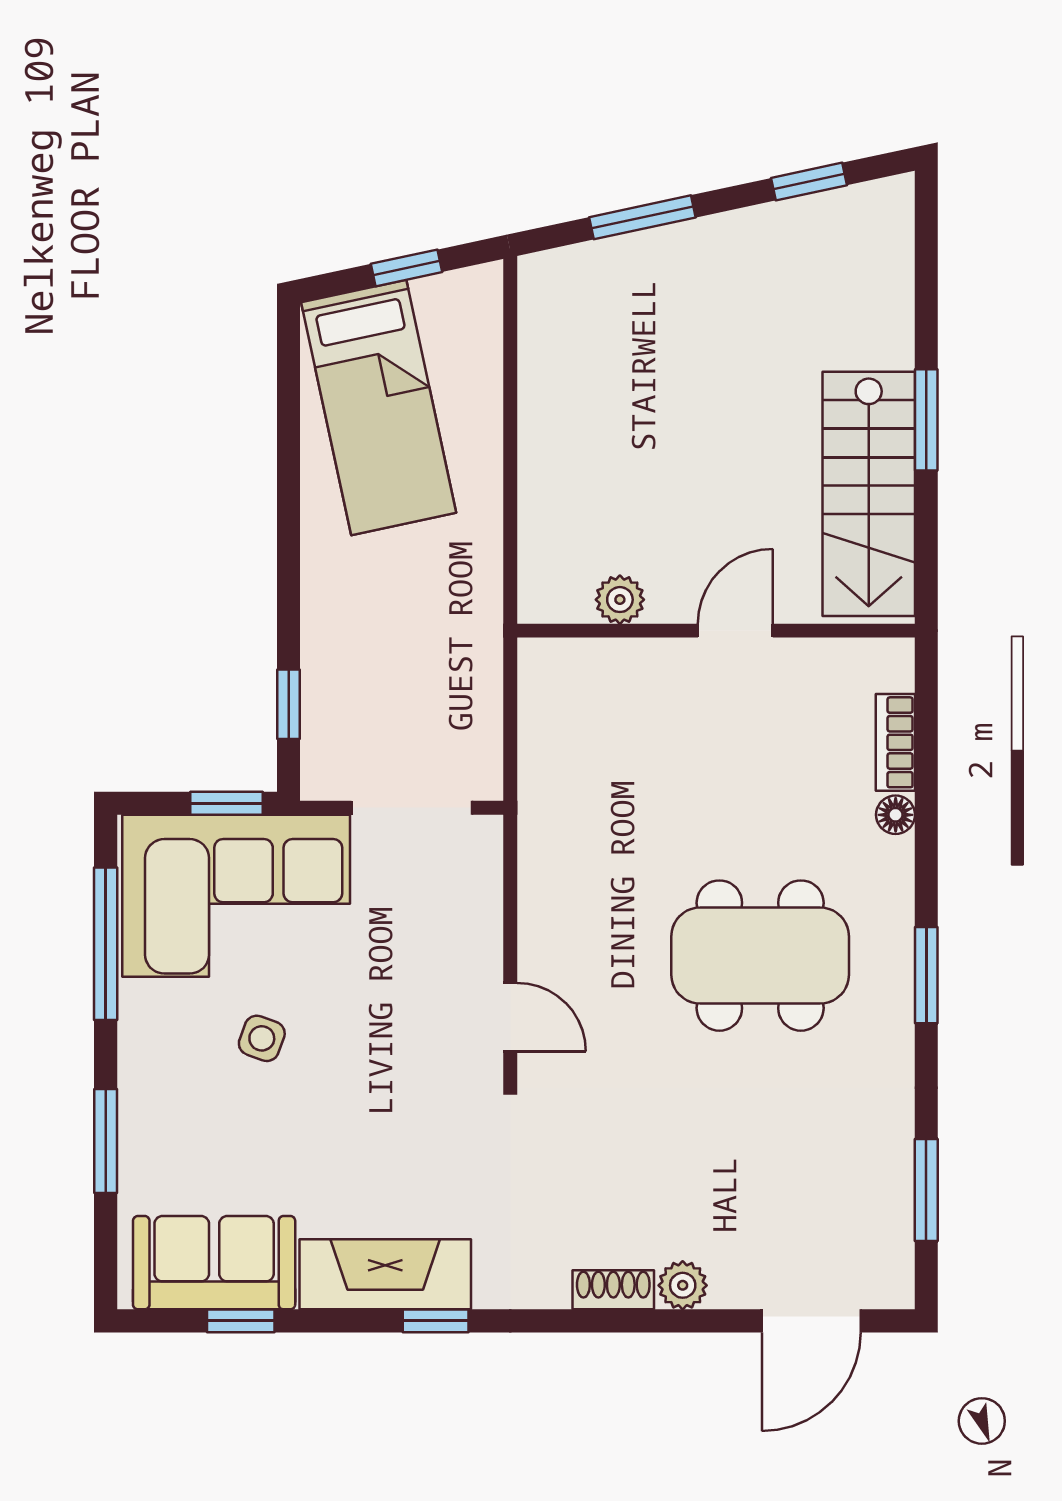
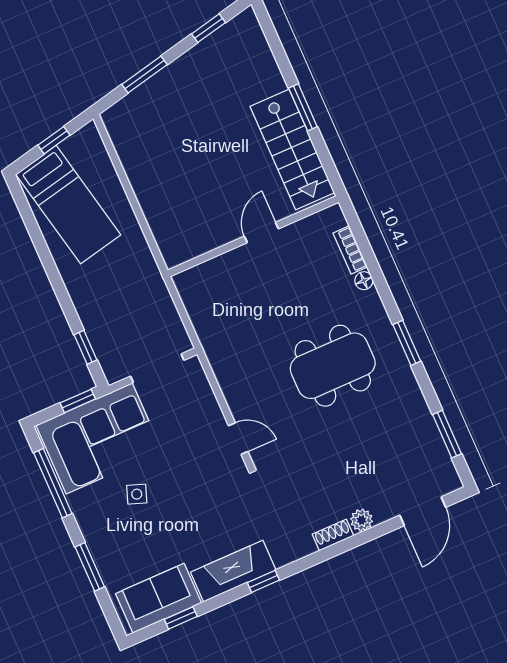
plant: (620, 600) -> (207, 241), removed

